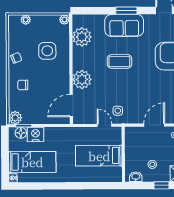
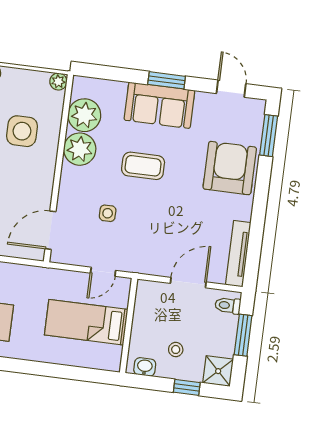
plant: (82, 79) -> (80, 149), moved
side table: (118, 111) -> (108, 213), moved
door: (105, 125) -> (103, 272), swing flipped

